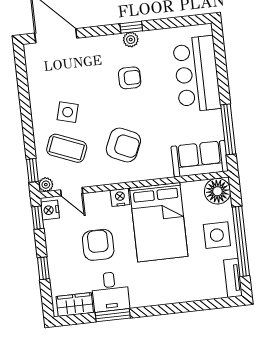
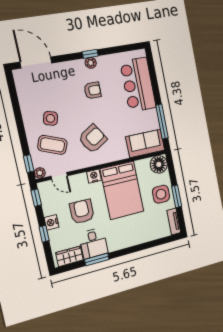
armchair: (123, 145) -> (93, 139), turned -56
nightstand: (50, 210) -> (52, 222), moved
window: (241, 241) -> (177, 196), width x0.47

